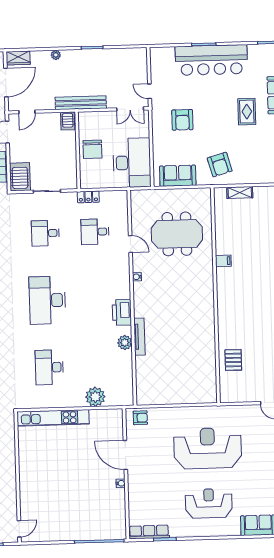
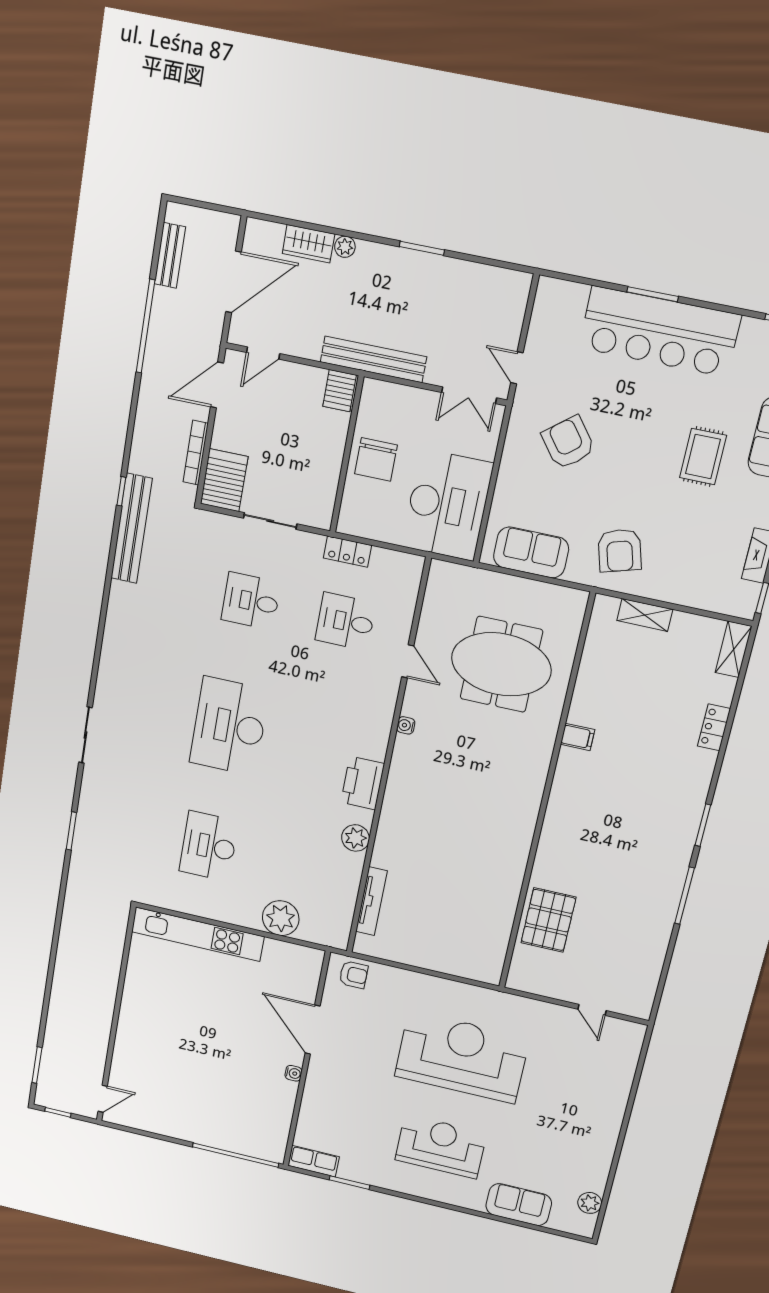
wardrobe: (18, 58) -> (308, 244), moved
armchair: (182, 120) -> (568, 443), turned 142
tv unit: (139, 337) -> (371, 901), moved
pallet: (233, 360) -> (548, 920), width x1.50, depth x1.42
row of seats: (149, 532) -> (314, 1161), width x0.68

